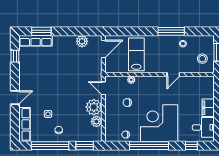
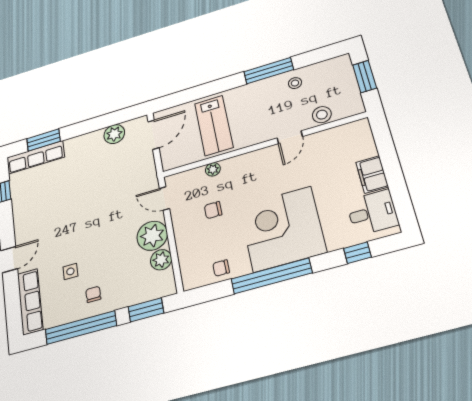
lab bench: (136, 54) -> (214, 125), turned 180
stool: (202, 59) -> (322, 115), moved

